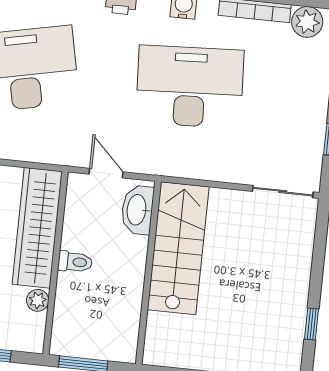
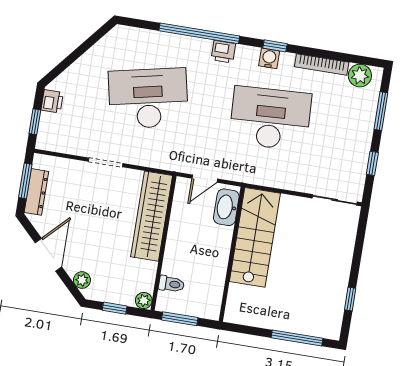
door: (106, 173) -> (205, 179), swing flipped
toilet: (75, 262) -> (171, 284), moved
plant: (38, 300) -> (144, 300), moved

